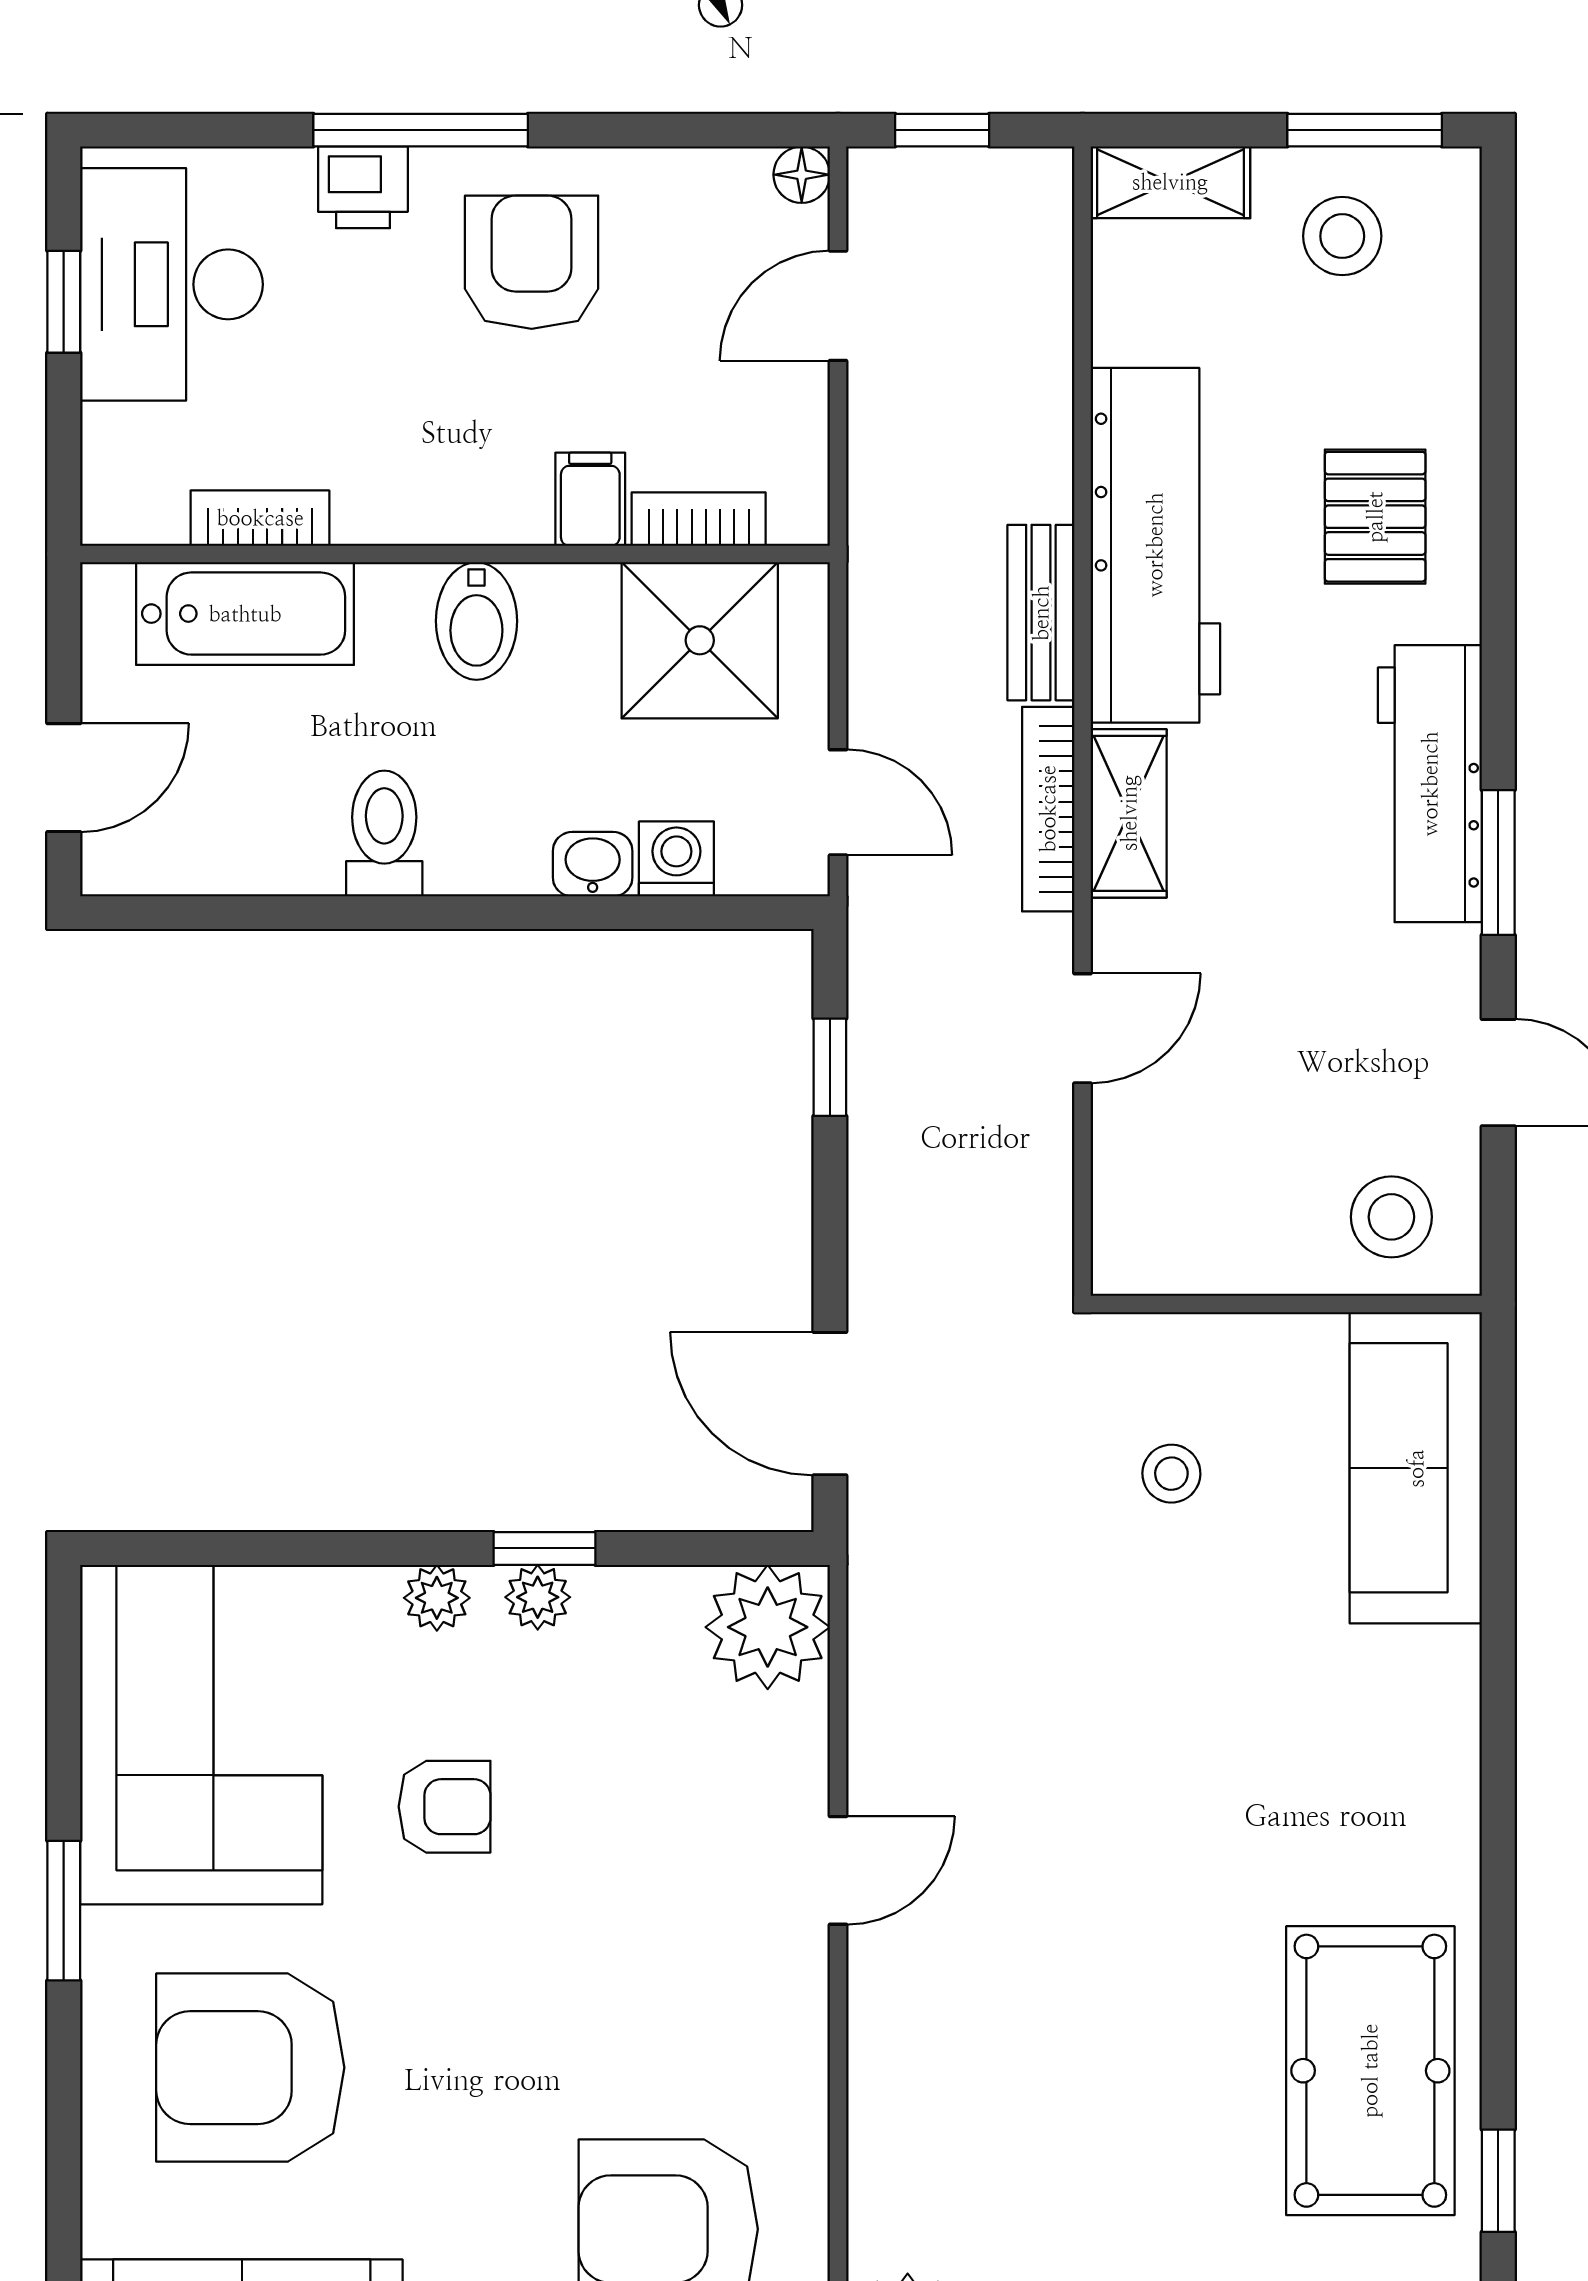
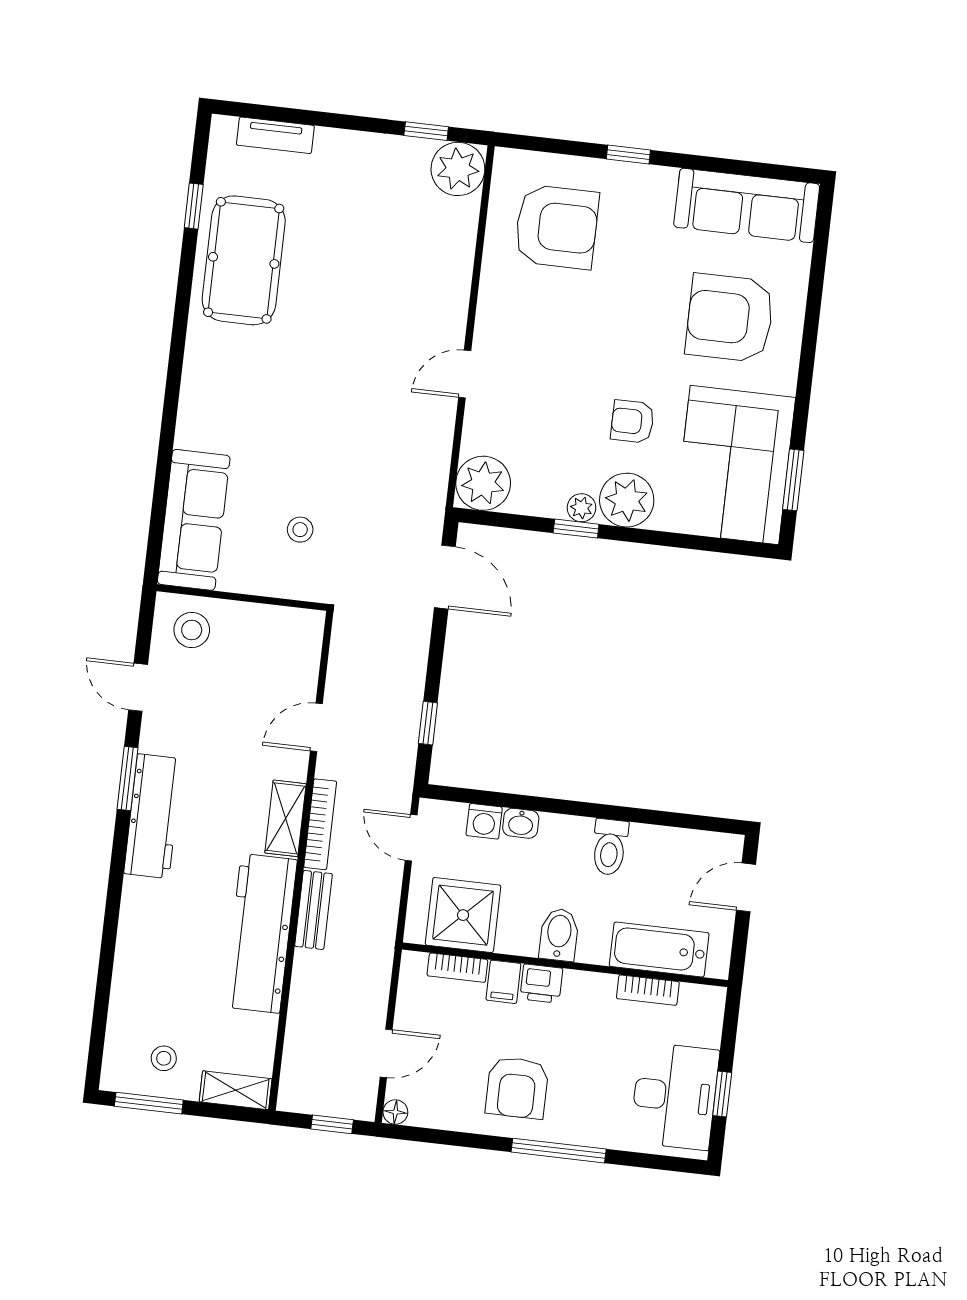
printer: (363, 187) -> (541, 984), moved, turned 180
stool: (1342, 236) -> (164, 1058), width x0.73, depth x0.73
pallet: (1375, 517) -> (164, 935), removed
plant: (437, 1598) -> (627, 500), width x1.87, depth x1.87
window: (64, 1911) -> (793, 480), moved
armchair: (250, 2068) -> (730, 318), turned 180

